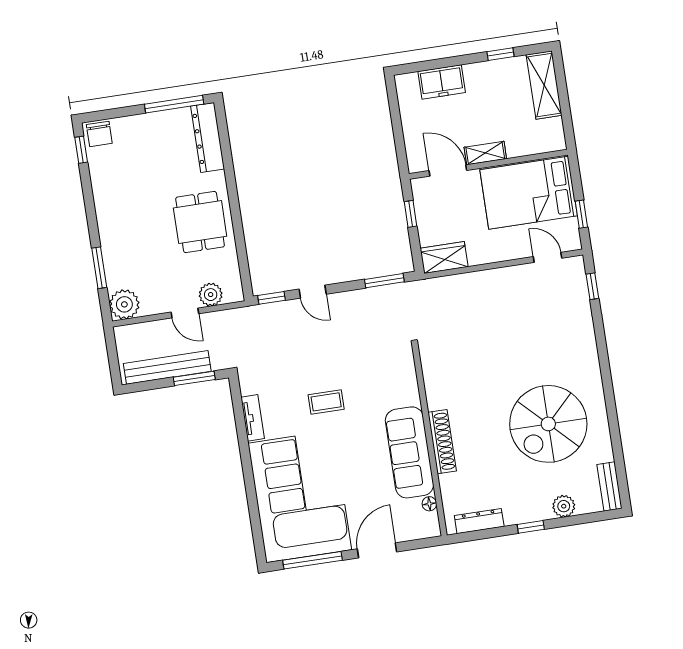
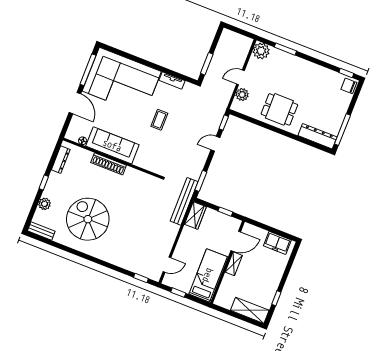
freezer: (442, 82) -> (277, 243), moved, turned -90
bed: (529, 193) -> (208, 275), width x0.67
bench: (167, 367) -> (184, 201), moved

